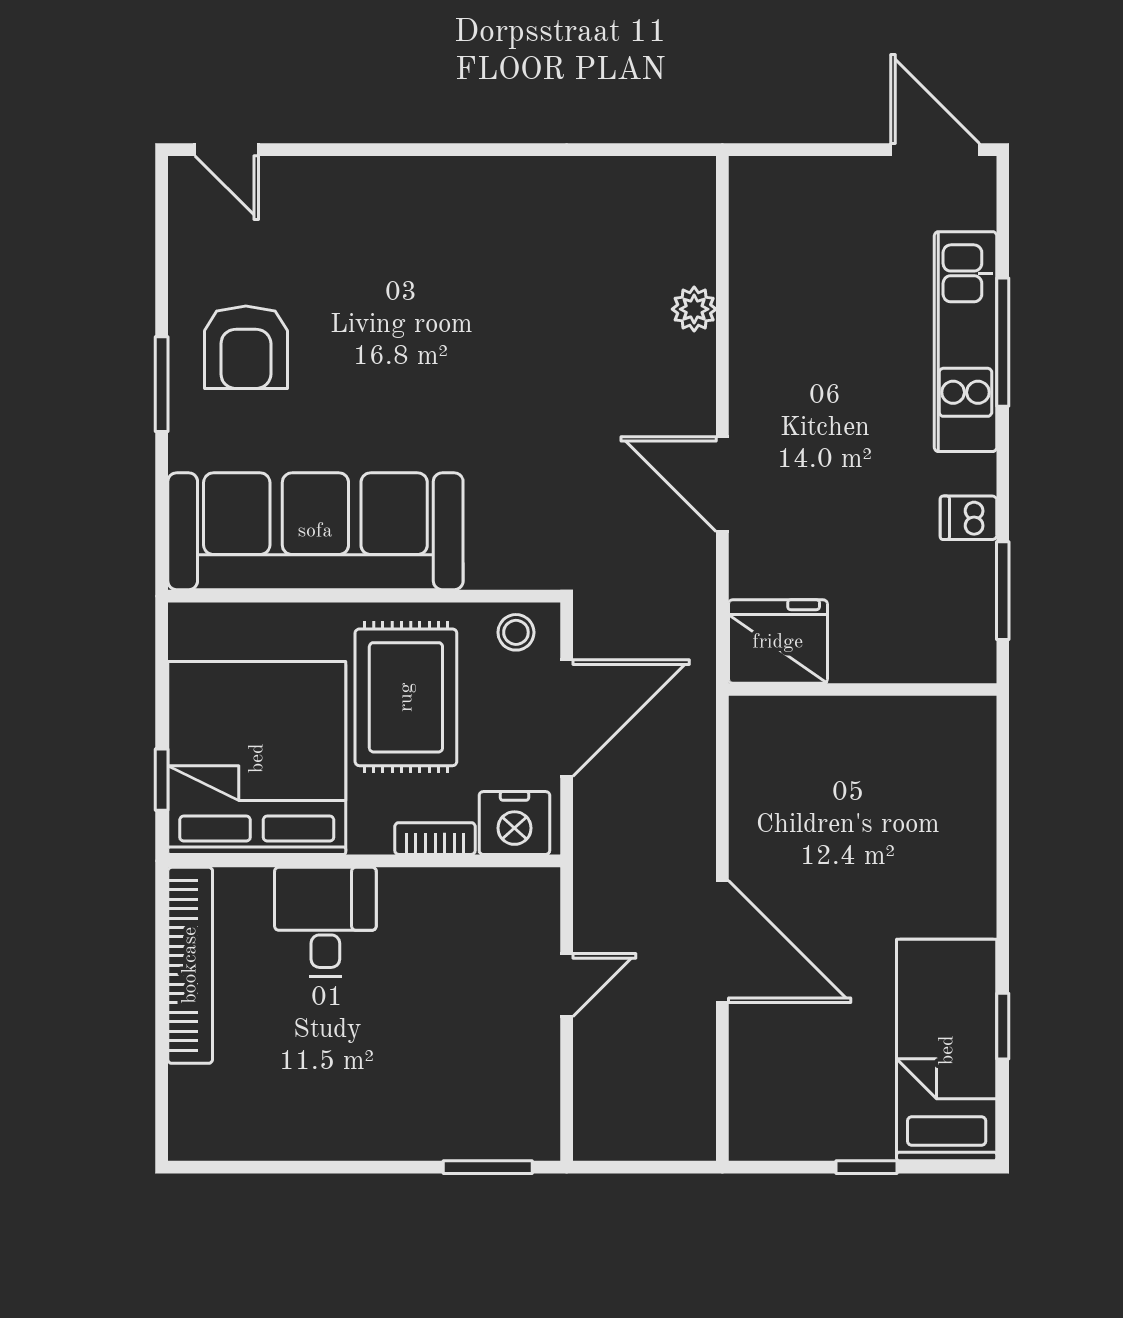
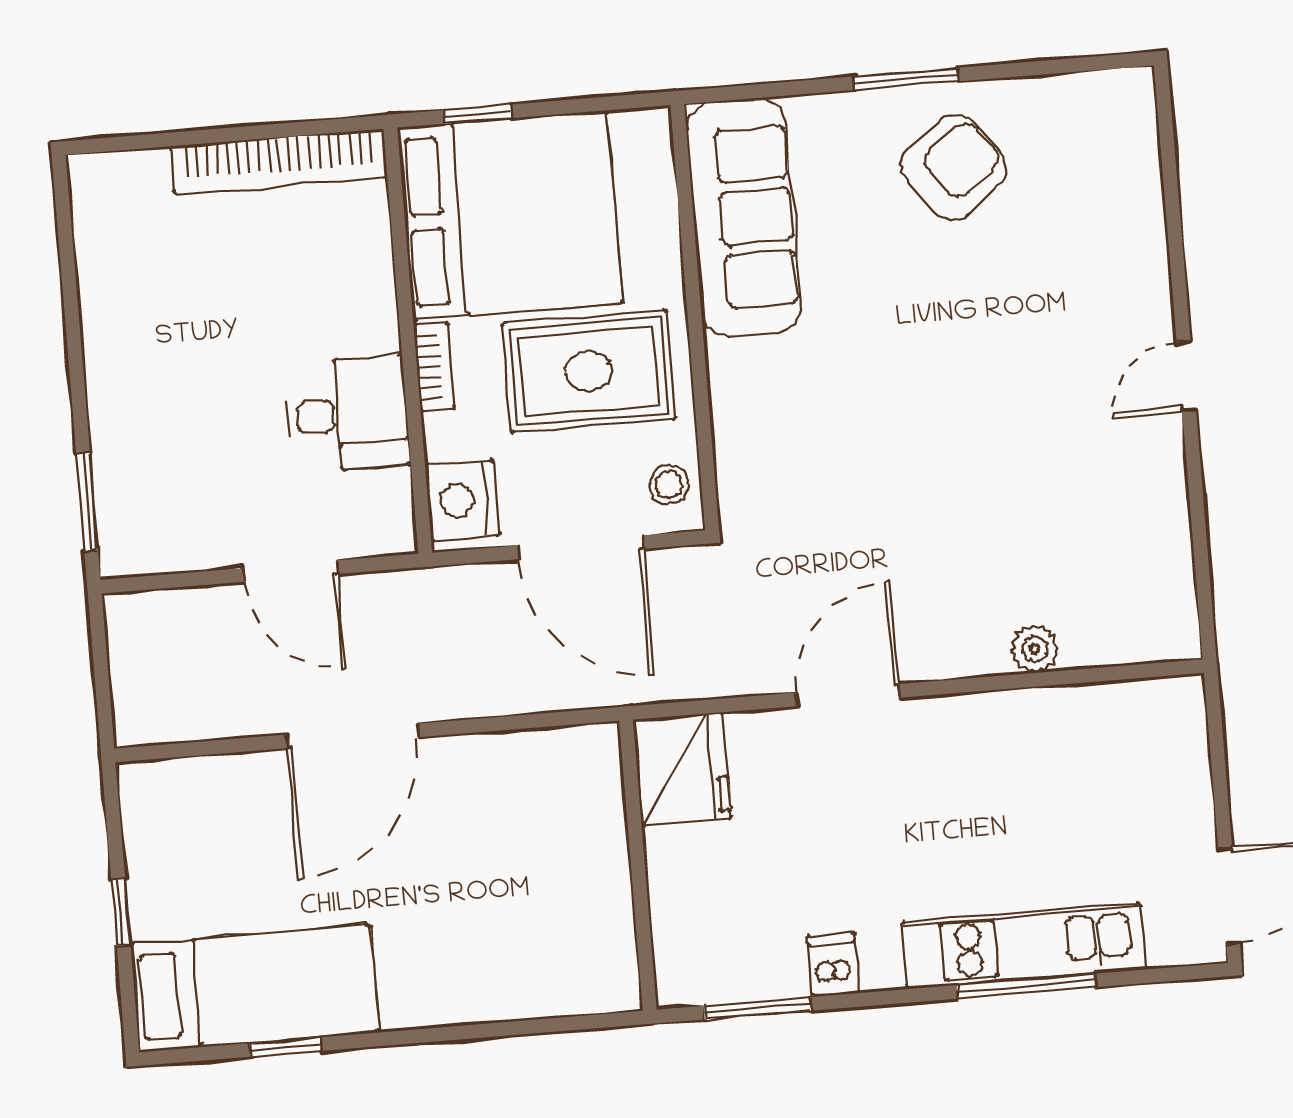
door: (227, 150) -> (1186, 376), moved
armchair: (246, 347) -> (954, 167), turned 143
sofa: (315, 531) -> (743, 217), width x0.74, depth x0.79
bookcase: (435, 839) -> (434, 367), moved
desk: (325, 922) -> (348, 414), moved
door: (567, 985) -> (291, 571), width x1.38

